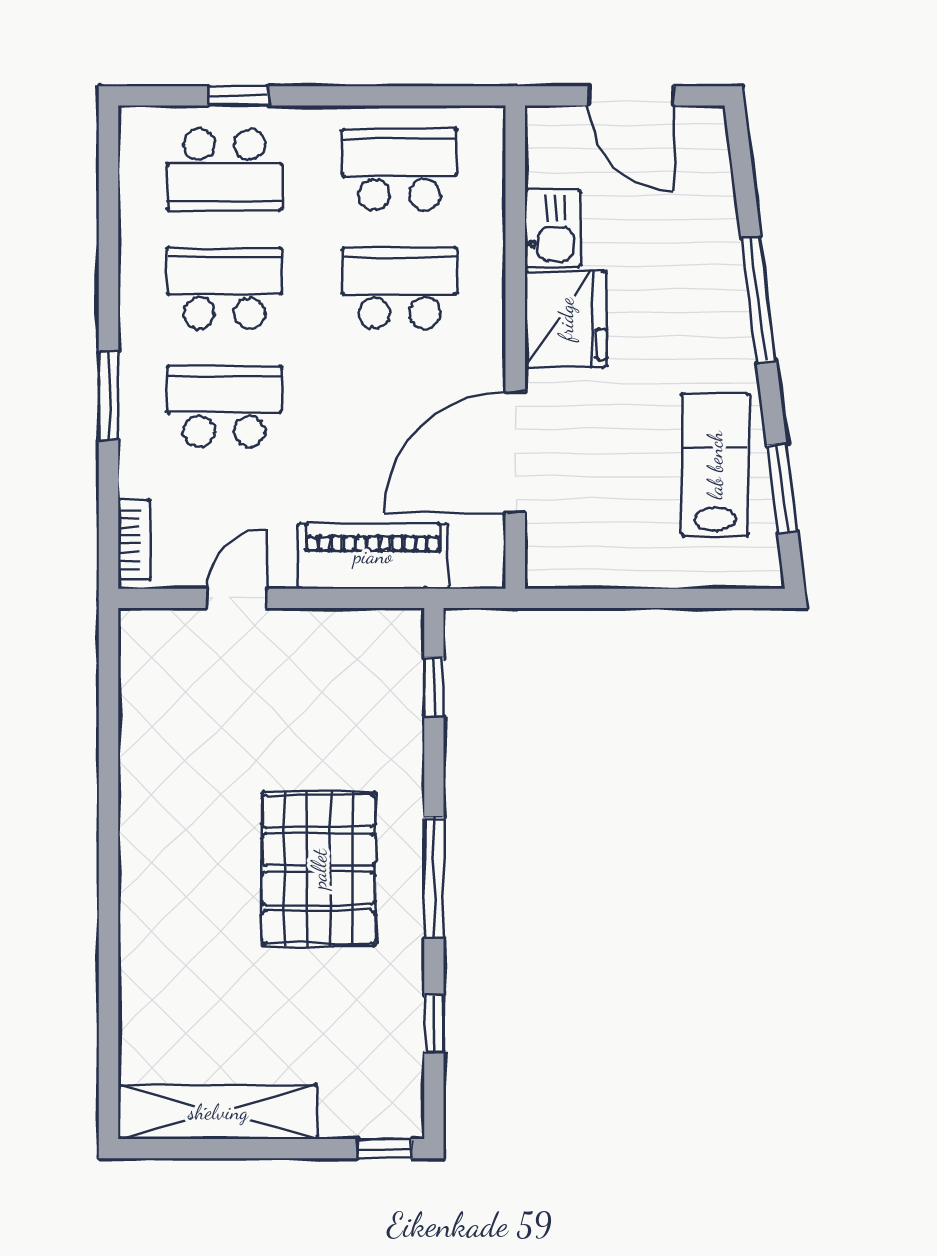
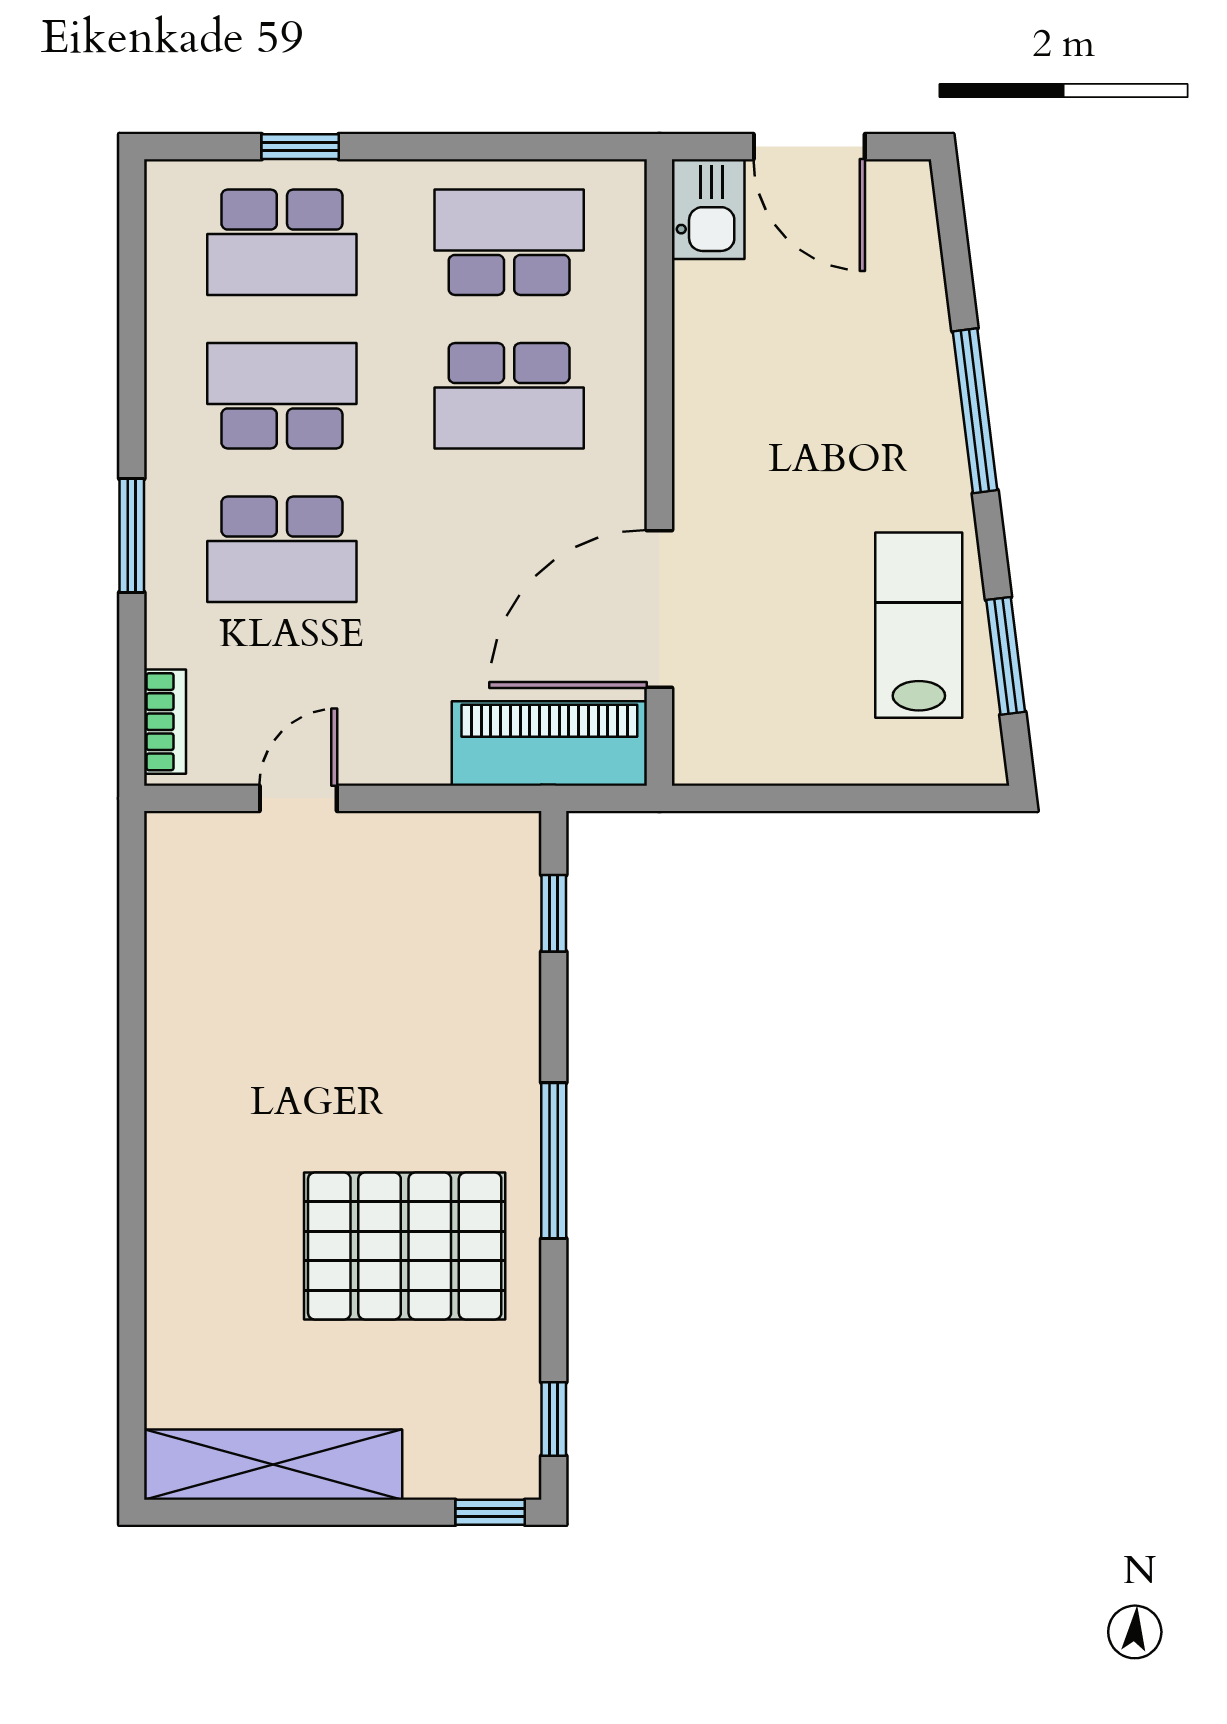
kitchen sink: (553, 229) -> (708, 209), moved
school desk: (399, 288) -> (509, 396), turned 180
fridge: (566, 319) -> (725, 436), removed
school desk: (224, 406) -> (282, 549), turned 180
piano: (373, 556) -> (549, 744), moved
pallet: (319, 869) -> (405, 1246), moved, turned 90
window: (434, 1023) -> (554, 1419), moved

